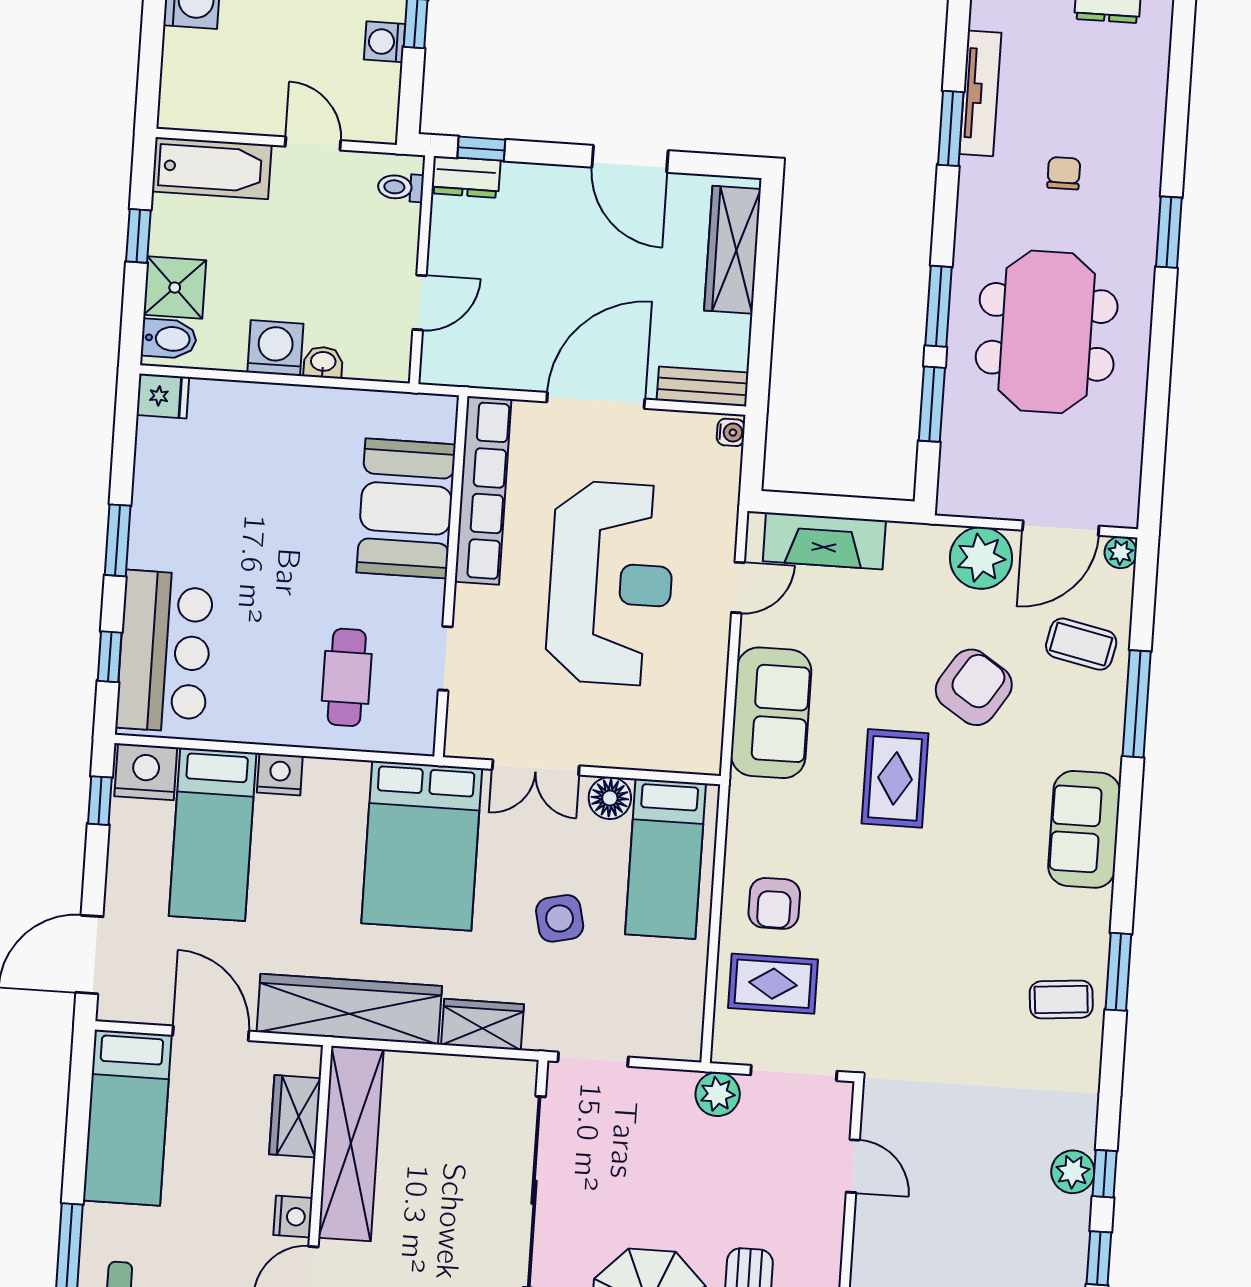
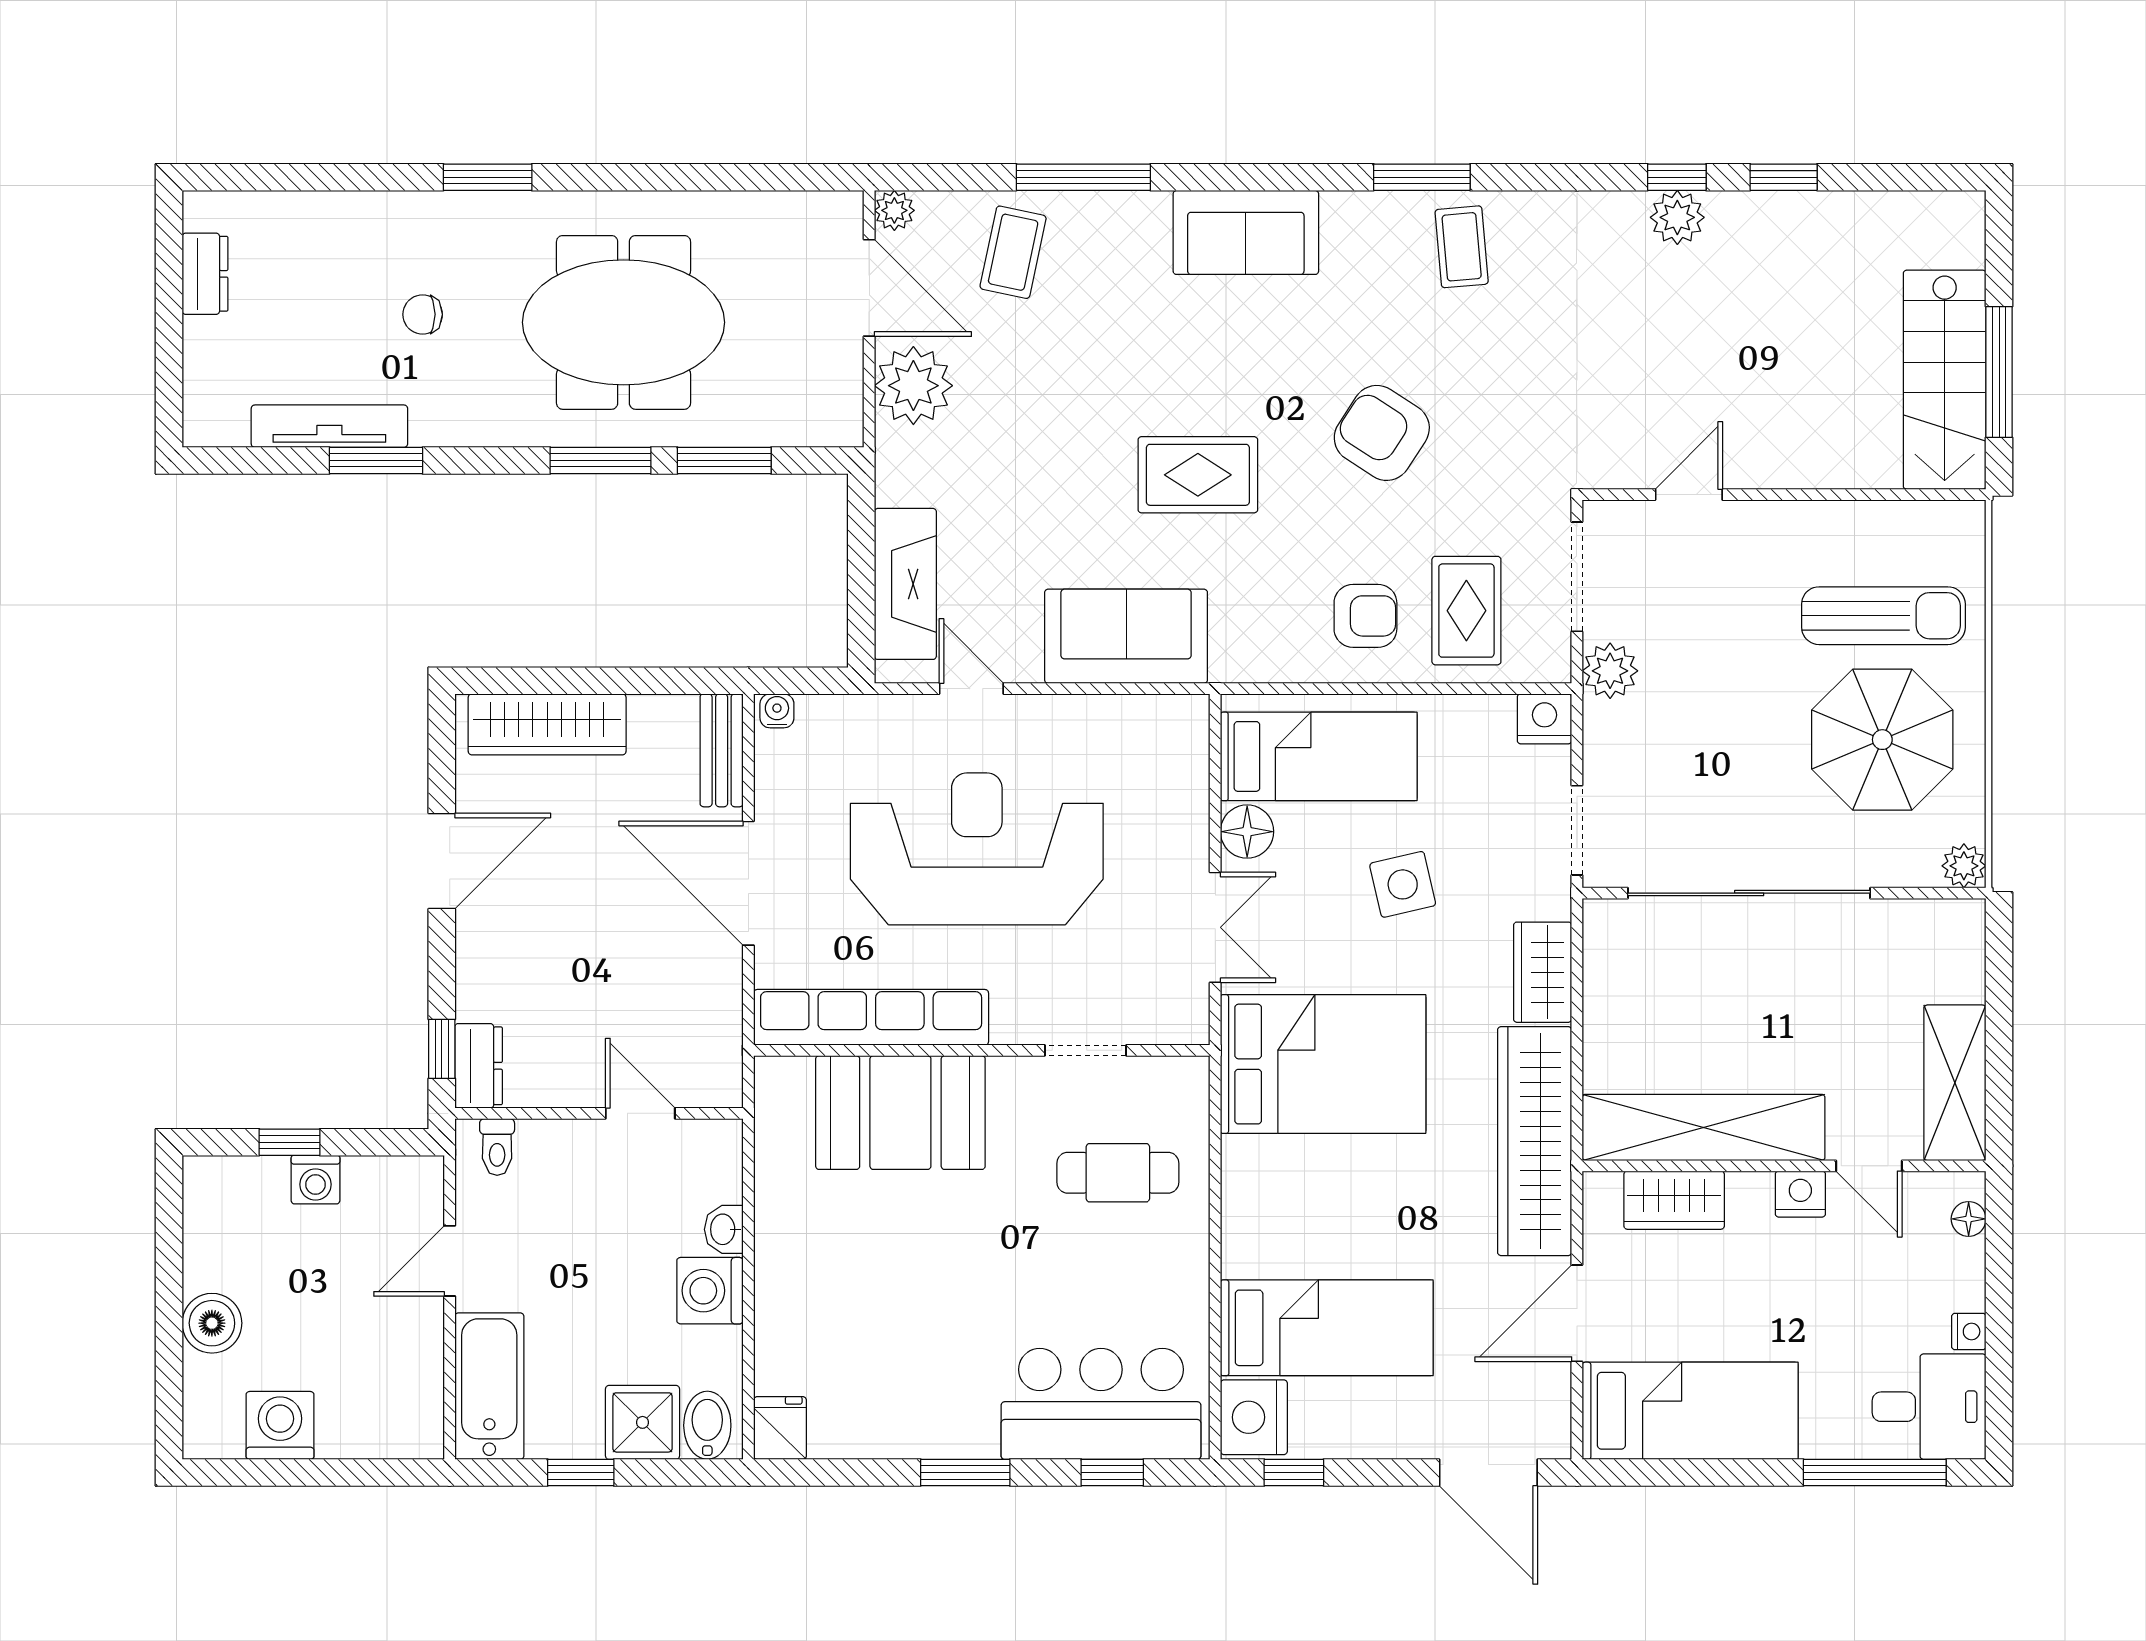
armchair: (974, 687) -> (1382, 433), moved
nightstand: (280, 774) -> (1544, 719), moved, turned 90

